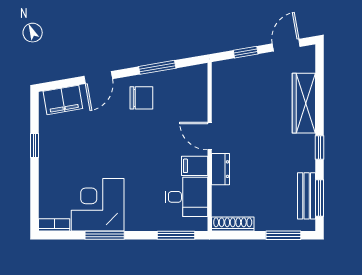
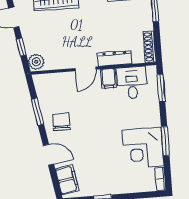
plant: (224, 71) -> (36, 62), added
dresser: (221, 169) -> (115, 59), width x1.44

